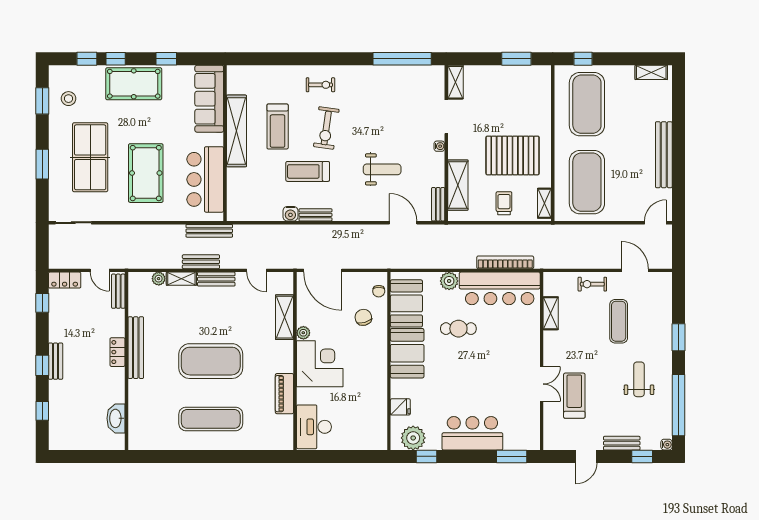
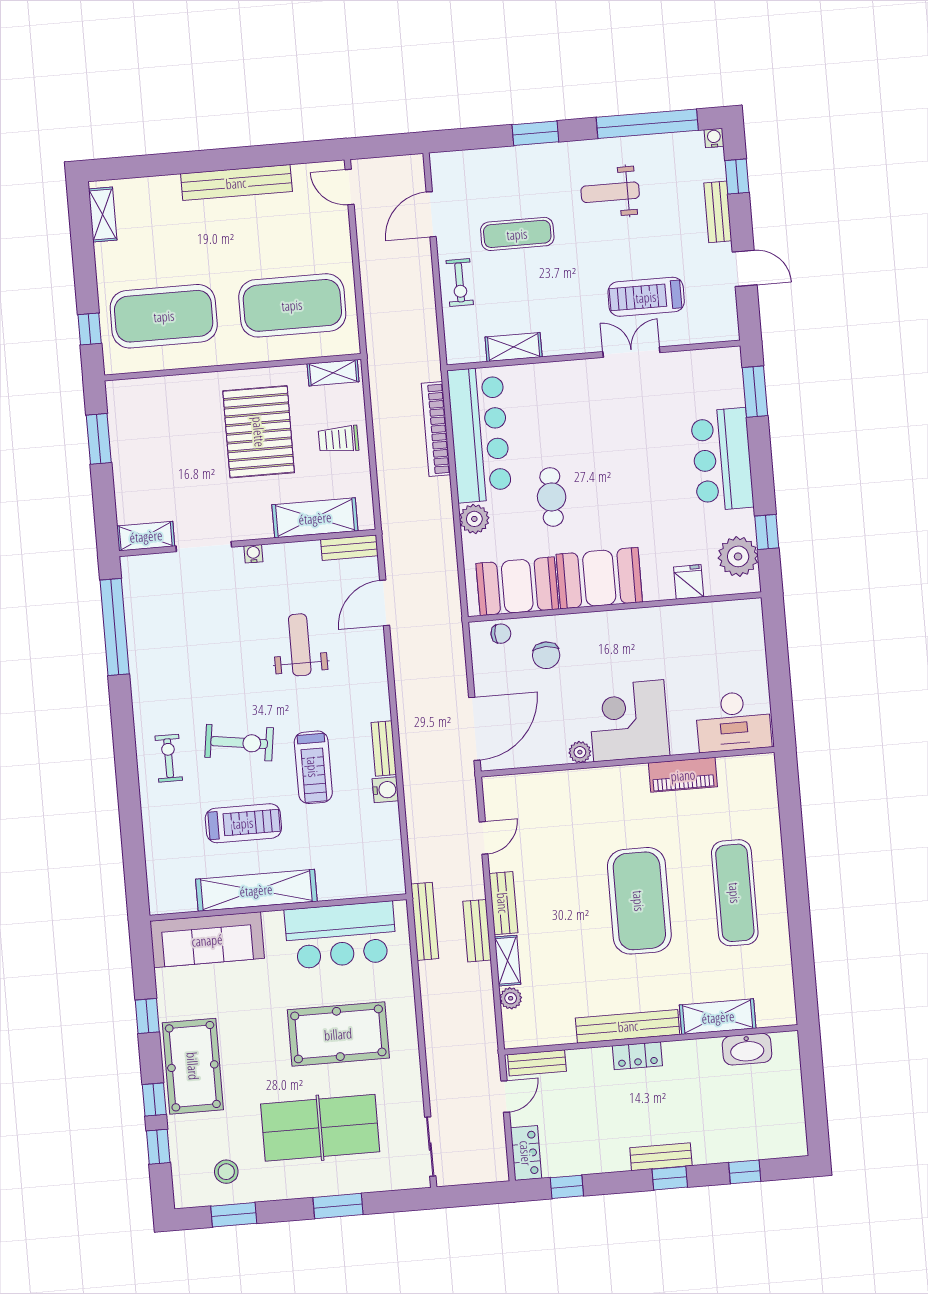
shelving: (284, 317) -> (718, 1017), moved
chair: (363, 317) -> (546, 655), turned -74

